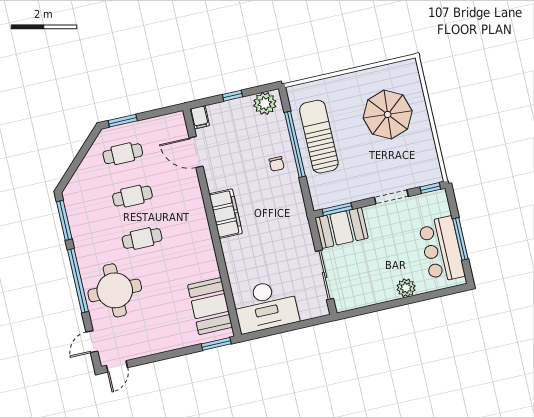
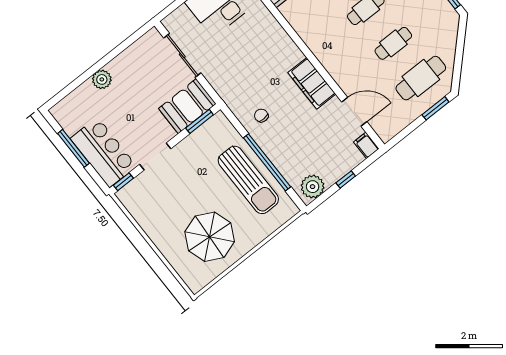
parasol: (388, 114) -> (210, 237), moved
cafe table: (123, 154) -> (421, 78), width x1.37, depth x1.35
chair: (277, 164) -> (261, 116), moved
filing cabinet: (226, 214) -> (312, 83), moved
bar counter: (442, 250) -> (103, 152), moved

